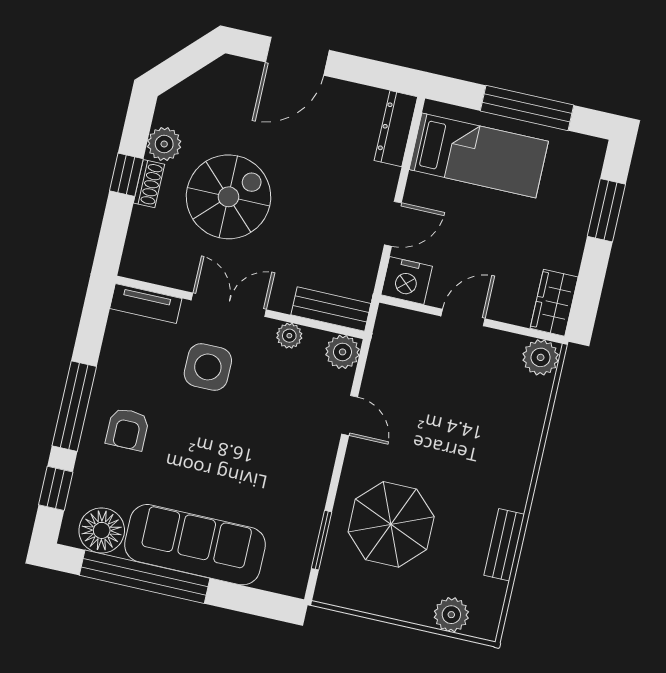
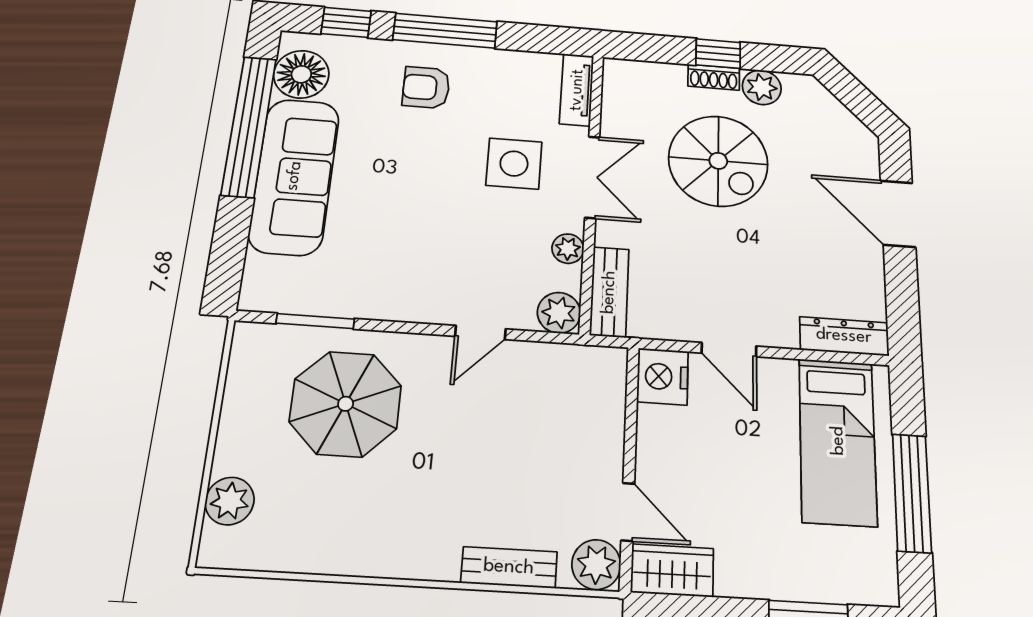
door: (463, 317) -> (628, 512), moved
bench: (504, 545) -> (509, 567), moved

